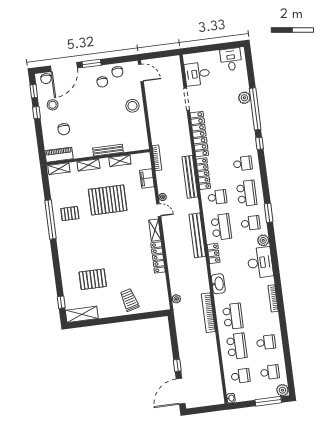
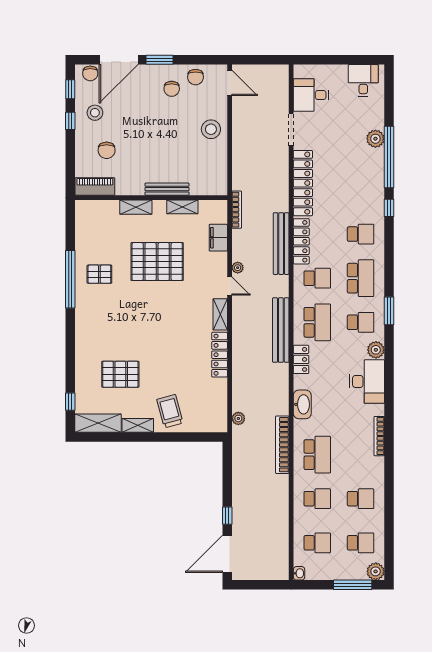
shelving: (59, 169) -> (138, 425), moved
school desk: (237, 346) -> (317, 499), width x0.54

